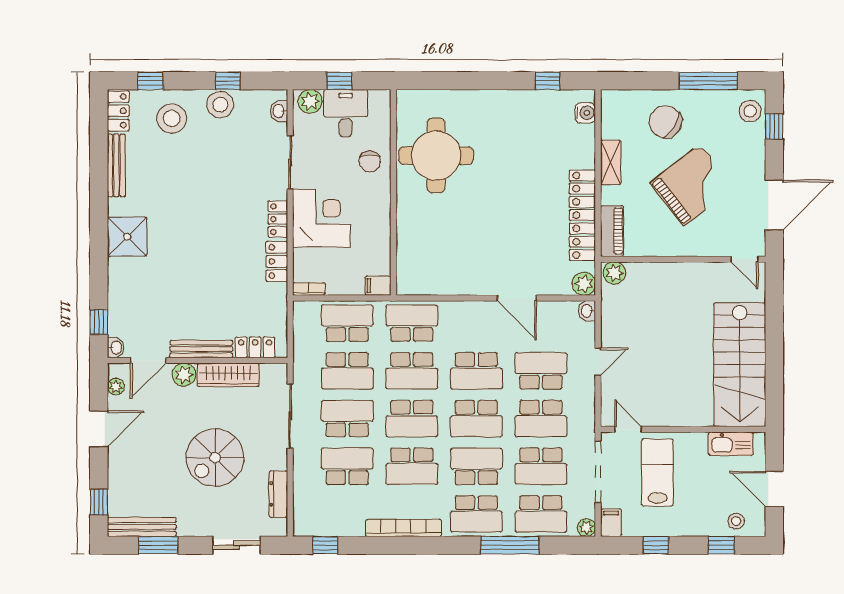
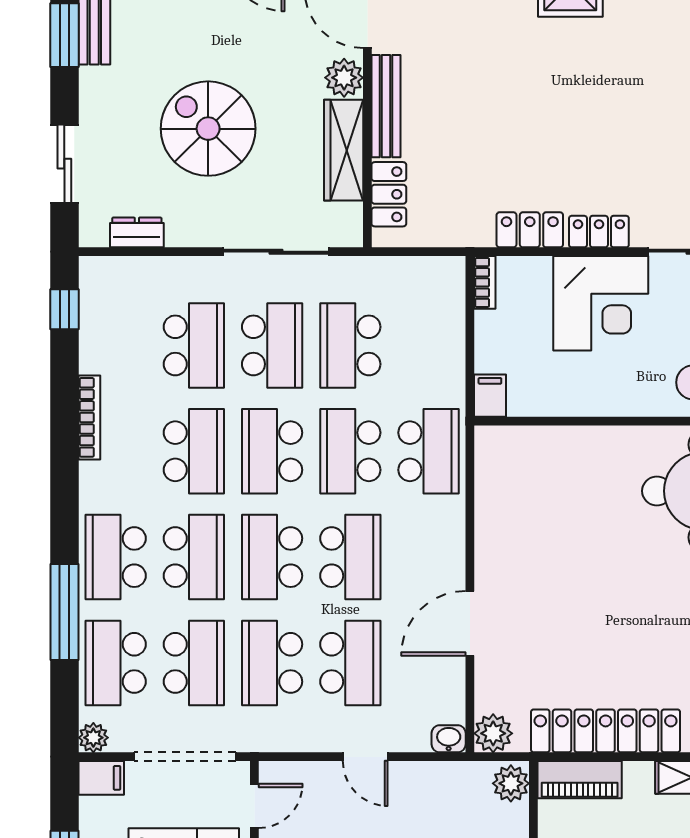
school desk: (347, 323) -> (428, 345), removed
school desk: (476, 371) -> (350, 557), turned 180
school desk: (412, 466) -> (194, 451), turned 180
school desk: (541, 466) -> (194, 663), turned 180
dresser: (278, 494) -> (137, 232), width x0.70
bookcase: (404, 528) -> (89, 417), width x0.68, depth x0.76

